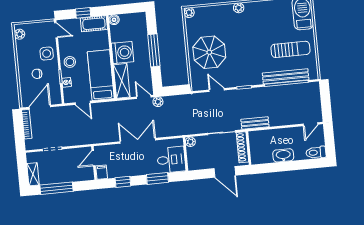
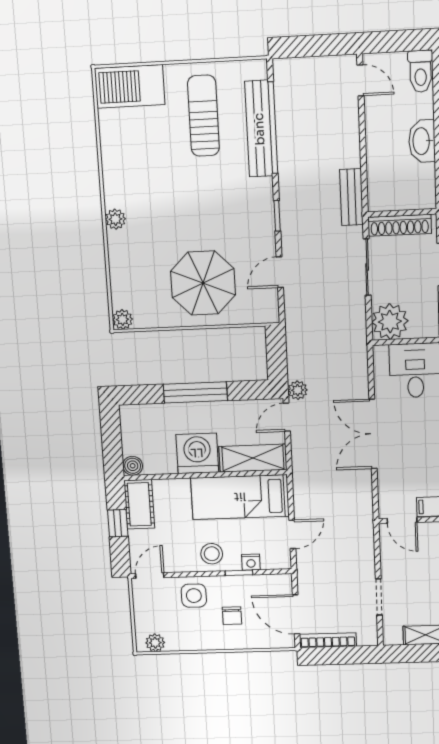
plant: (190, 142) -> (390, 322), width x1.87, depth x1.87

